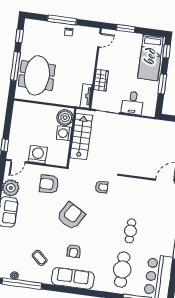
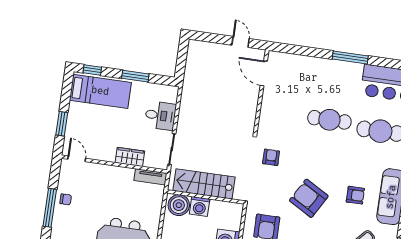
cafe table: (130, 231) -> (329, 120), width x1.37, depth x1.35

